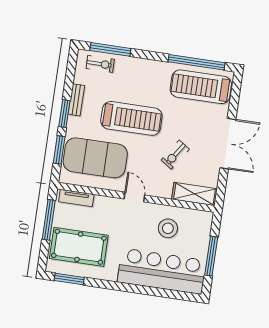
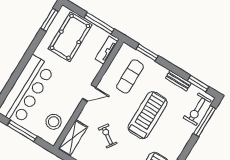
exercise bike: (100, 64) -> (197, 109), width x1.38, depth x1.39
window: (64, 114) -> (198, 84), moved
treadmill: (131, 118) -> (148, 115), turned 180
exercise mat: (95, 158) -> (130, 76), width x0.50, depth x0.69
stool: (168, 228) -> (54, 122), moved

